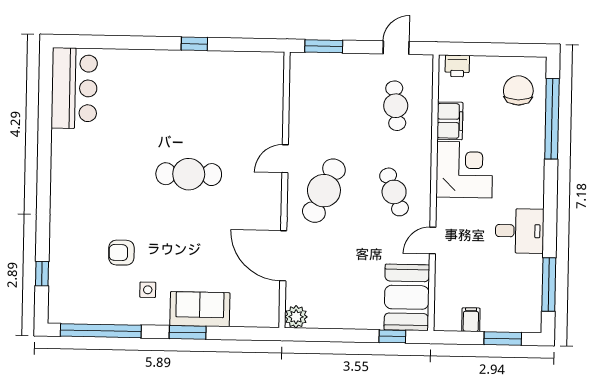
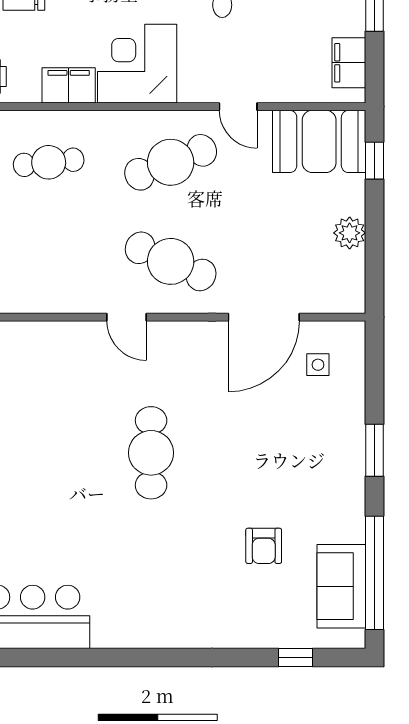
cafe table: (394, 192) -> (171, 162), width x1.37, depth x1.35
side table: (148, 290) -> (318, 365), moved
sofa: (200, 309) -> (341, 586), moved
plant: (296, 317) -> (350, 233), moved
filing cabinet: (471, 320) -> (349, 63), width x2.00

